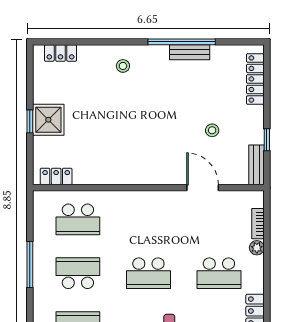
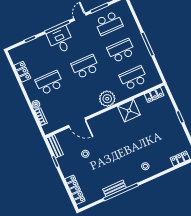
shower: (48, 120) -> (129, 111), moved
plant: (136, 205) -> (107, 99), added
school desk: (78, 273) -> (121, 51), turned 180

